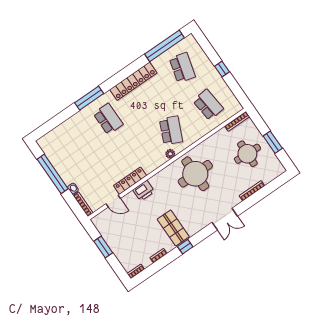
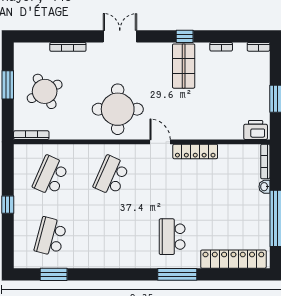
window: (165, 46) -> (54, 274), width x0.47
locker: (133, 81) -> (233, 259), moved
school desk: (208, 105) -> (51, 176), turned 30
plant: (170, 154) -> (130, 150), removed
round table: (247, 154) -> (45, 91), turned -30
printer: (144, 191) -> (256, 130), moved
door: (113, 201) -> (160, 142), moved

